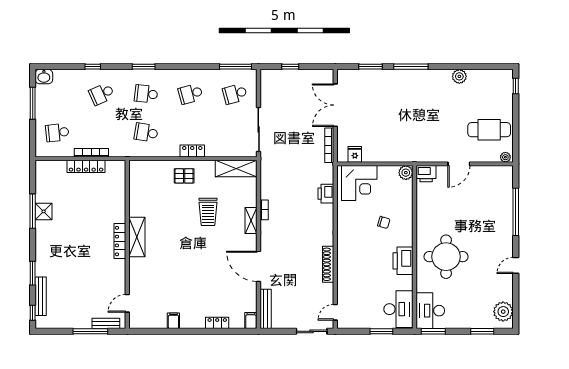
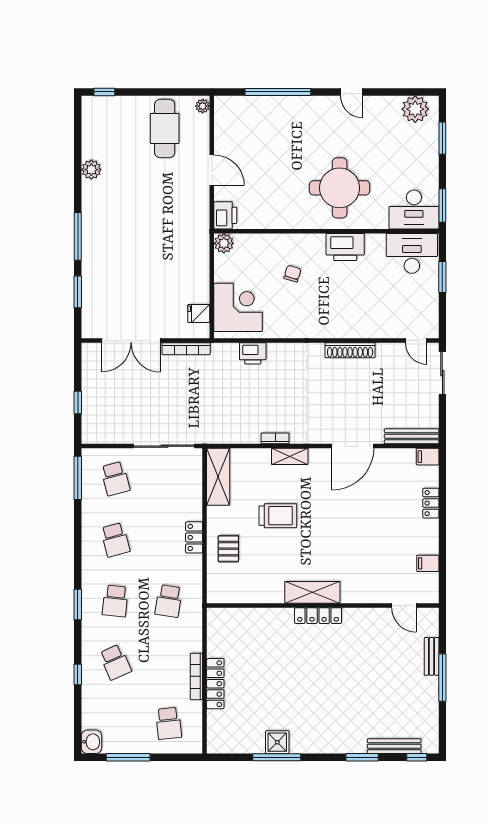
shelving: (137, 237) -> (312, 592), moved
locker: (120, 241) -> (318, 616), moved
wall: (127, 244) -> (323, 605), moved
door: (127, 303) -> (404, 605), moved

